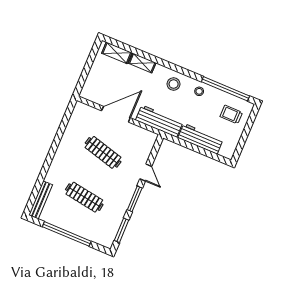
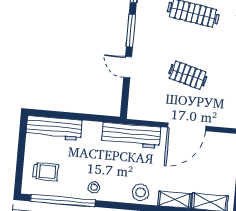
stool: (174, 84) -> (141, 192), moved
workbench: (200, 139) -> (54, 128), moved
clothes rail: (103, 152) -> (188, 75), width x0.73

